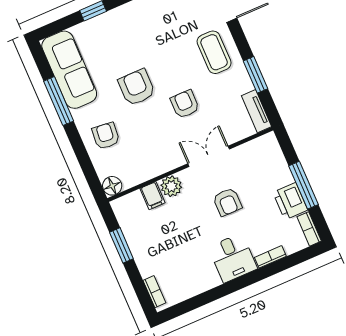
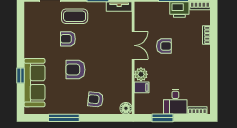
sofa: (69, 70) -> (35, 83), moved, turned 90
armchair: (185, 104) -> (68, 39), moved
double door: (209, 156) -> (133, 45), swing flipped
desk: (233, 258) -> (175, 102), moved, turned 90

